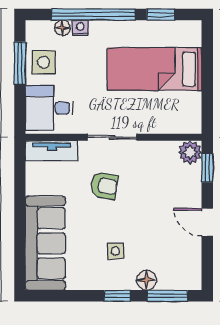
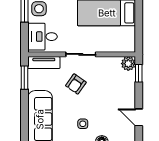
window: (20, 175) -> (24, 78), added
armchair: (104, 186) -> (76, 84), turned 116
door: (207, 222) -> (139, 117), moved

